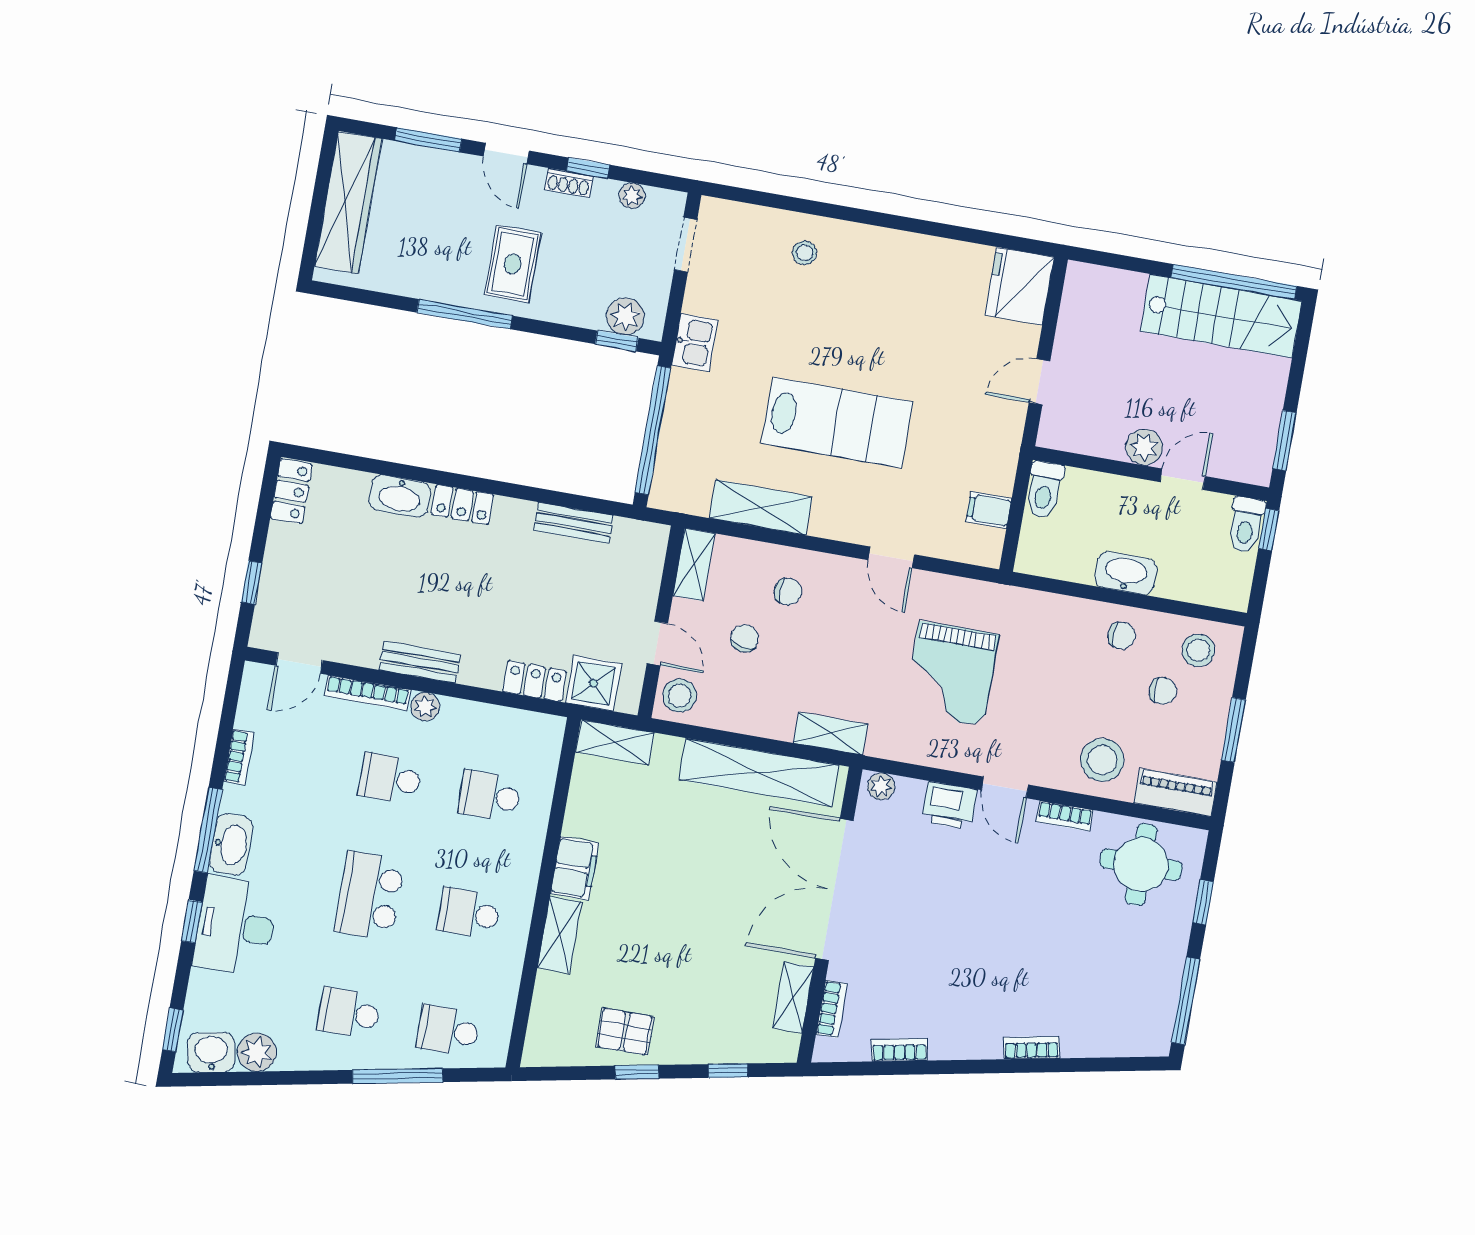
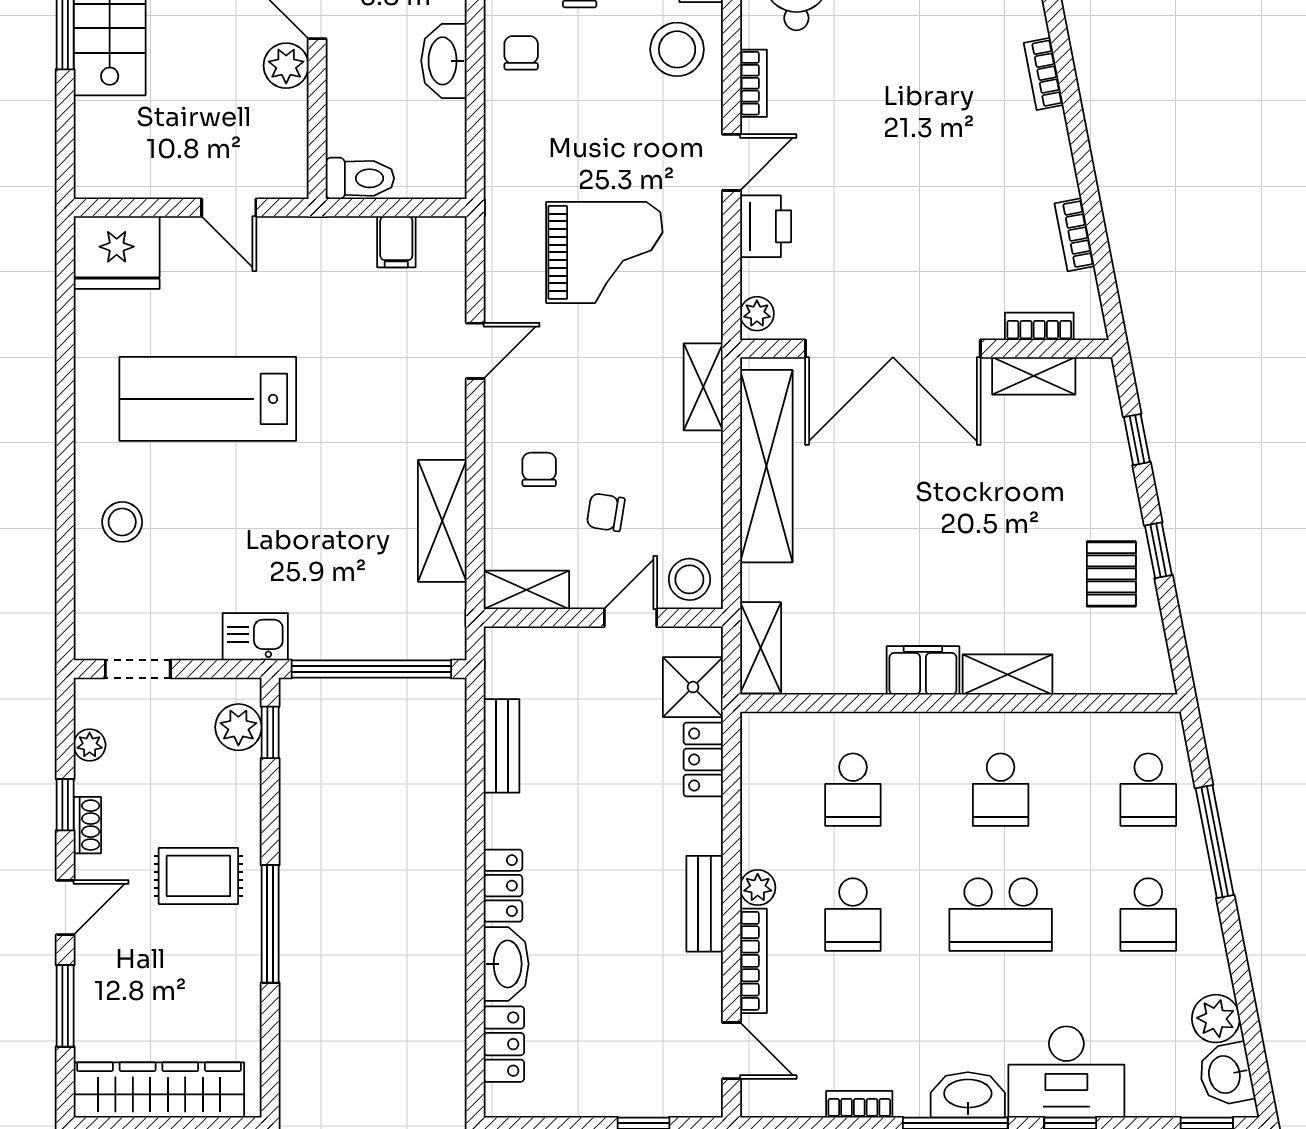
stool: (805, 253) -> (122, 522), width x1.37, depth x1.37
lab bench: (837, 423) -> (208, 399), moved, turned -90
locker: (291, 491) -> (504, 1044), moved, turned 90

